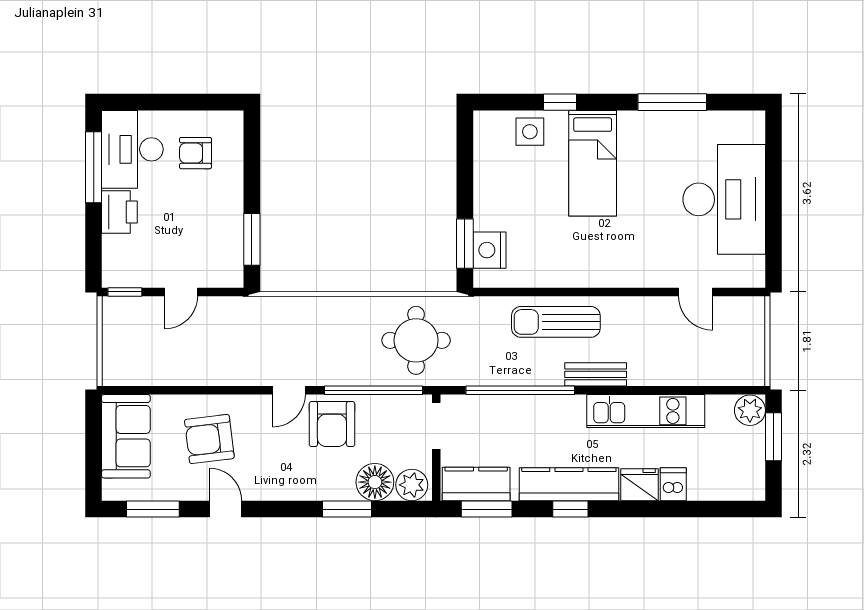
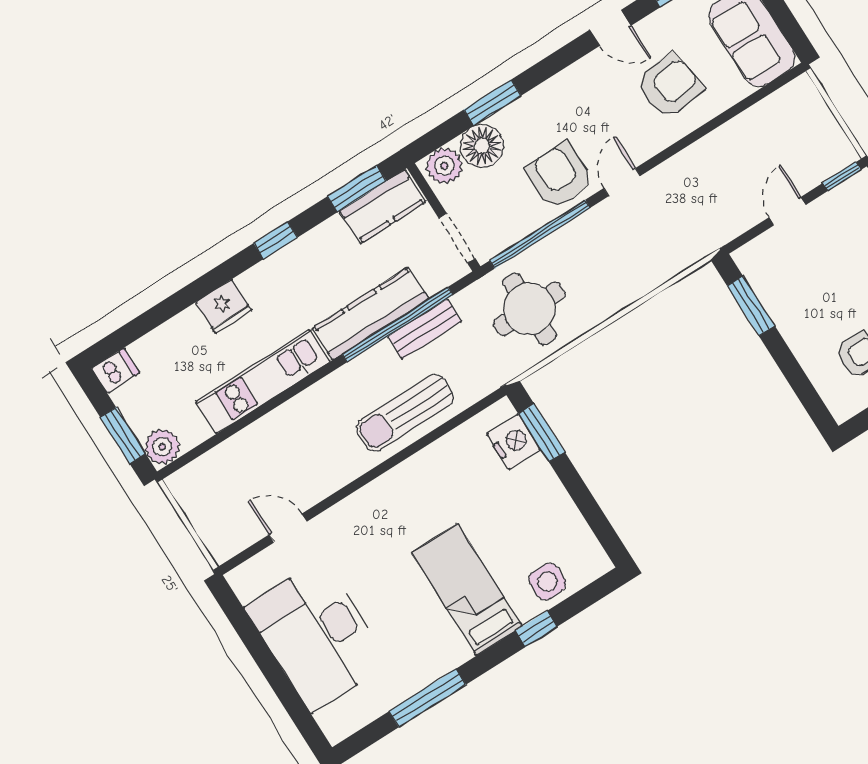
sun lounger: (556, 322) -> (405, 413), turned 180
bench: (596, 374) -> (425, 329), moved
kitchen counter: (569, 484) -> (370, 314), moved, turned 180
dishwasher: (673, 484) -> (116, 371), moved, turned -90

